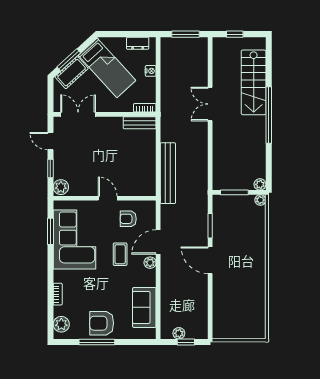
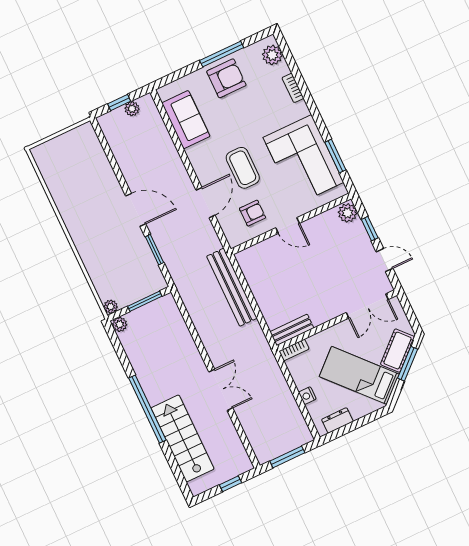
coffee table: (120, 254) -> (243, 168), width x1.36, depth x1.30
plant: (150, 263) -> (204, 174), removed

